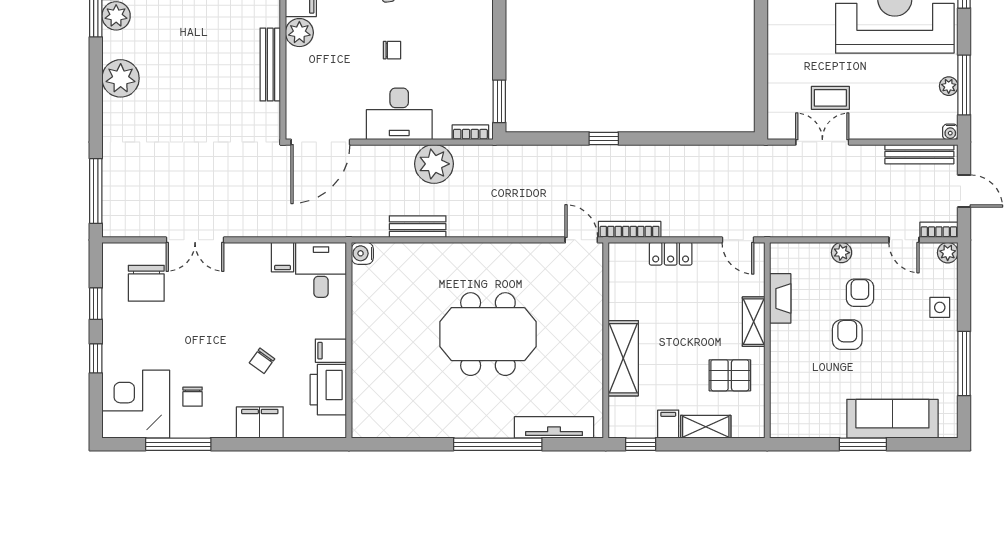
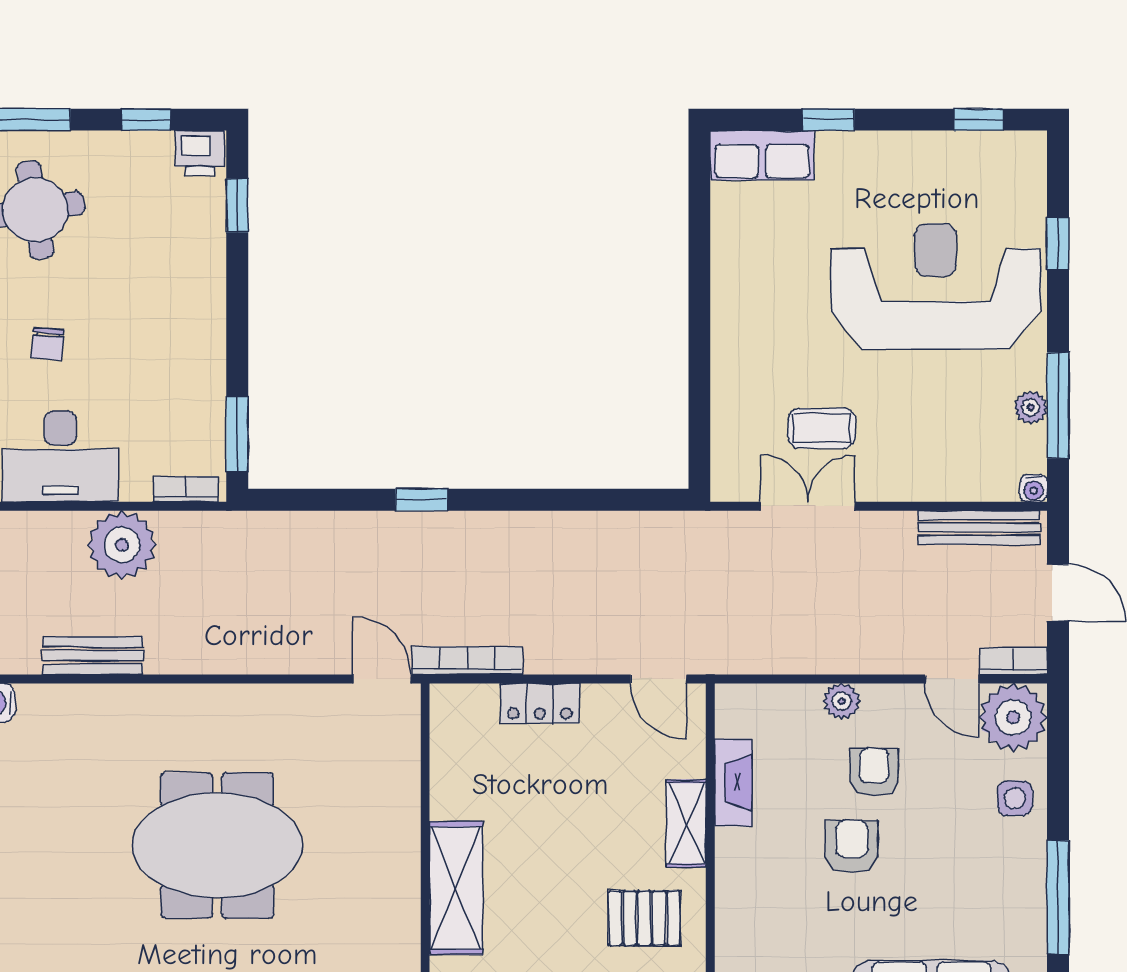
chair: (392, 50) -> (48, 344), turned 95
plant: (948, 253) -> (1013, 717), width x1.87, depth x1.87

